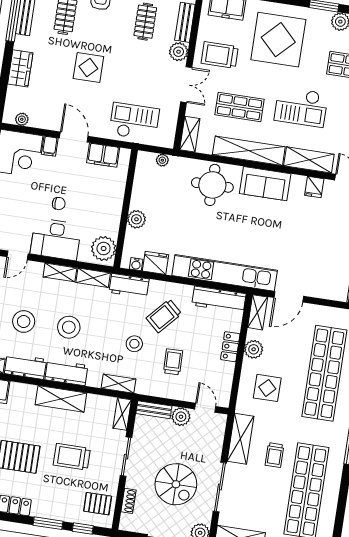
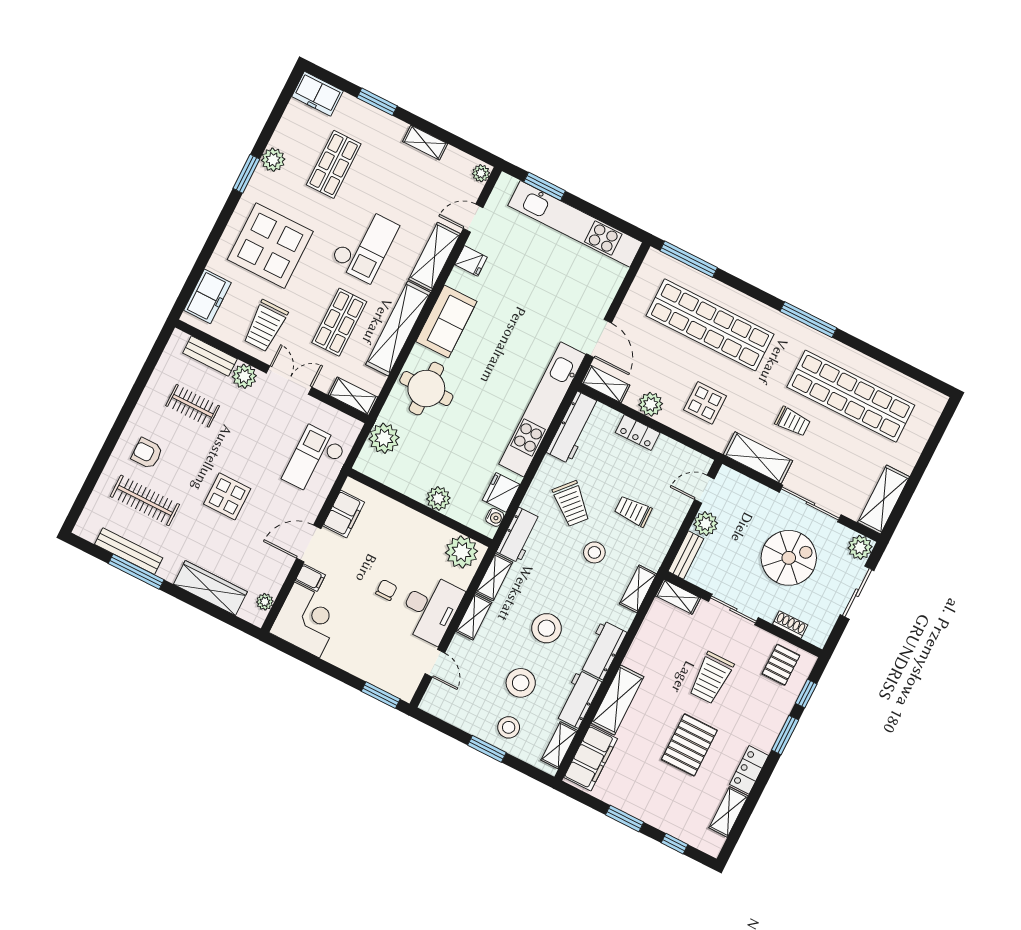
wardrobe: (20, 68) -> (210, 588), width x1.50
plant: (162, 160) -> (384, 438), width x1.88, depth x1.88
shelving: (61, 399) -> (617, 700), moved

